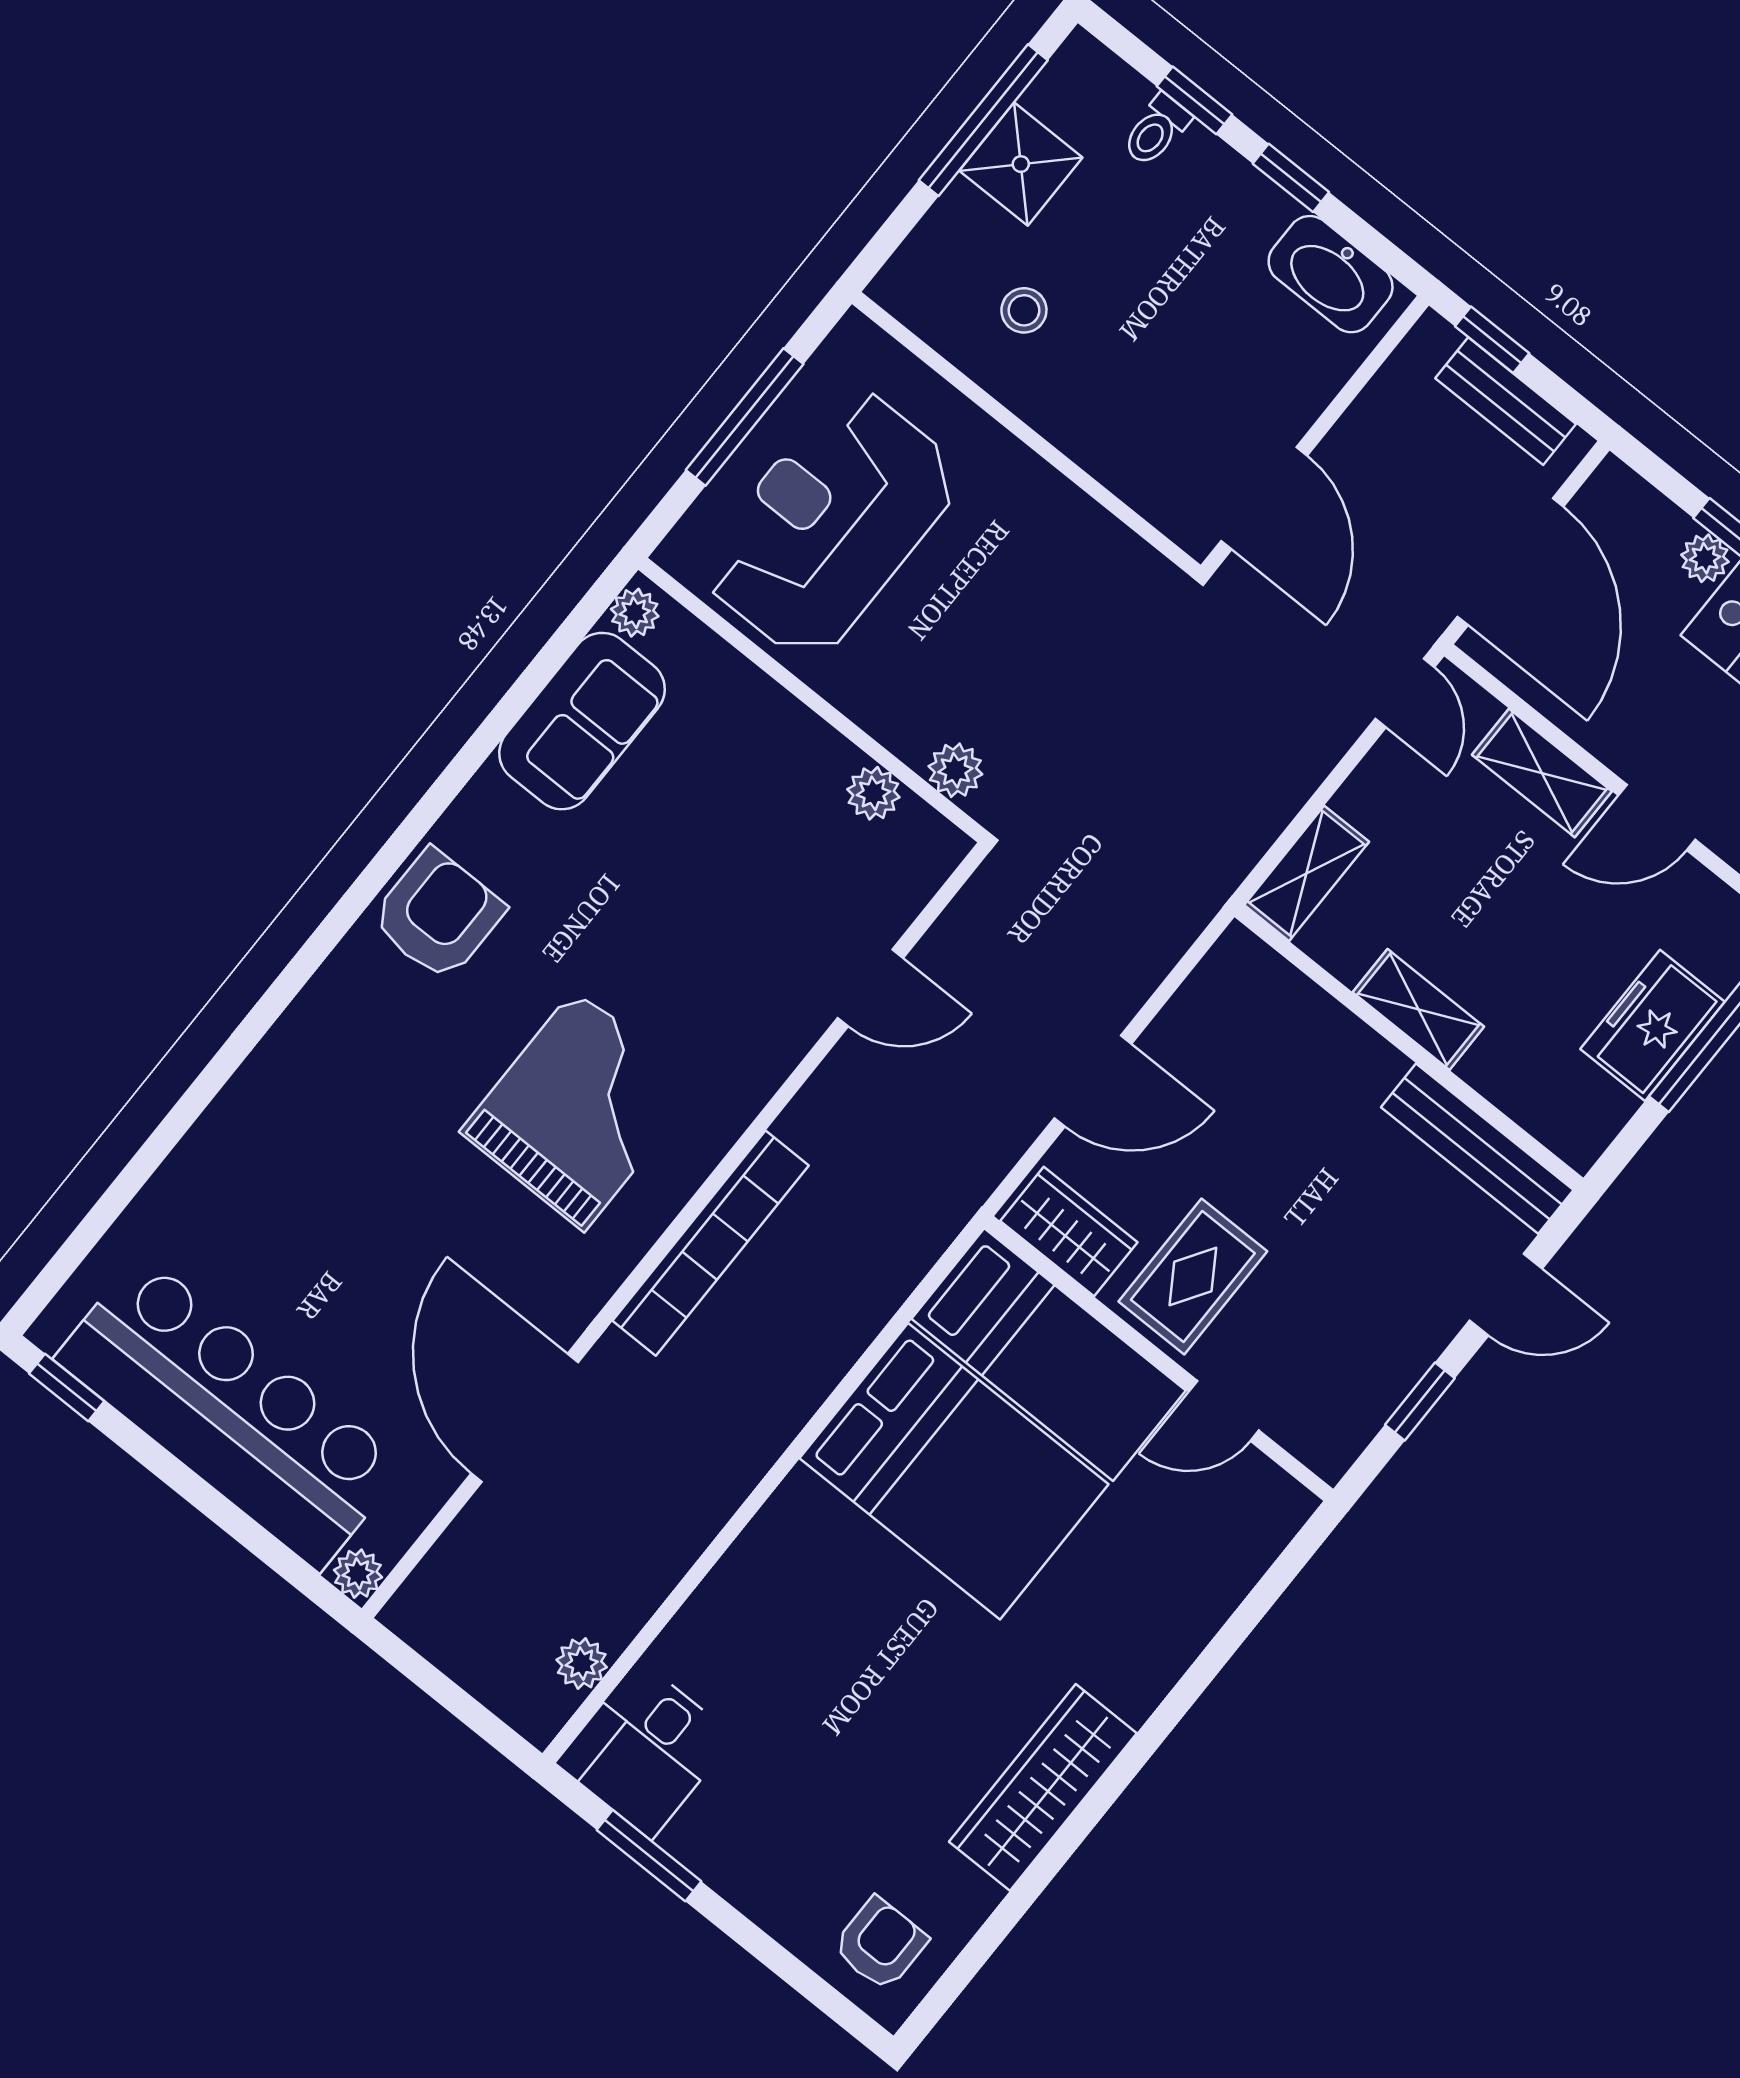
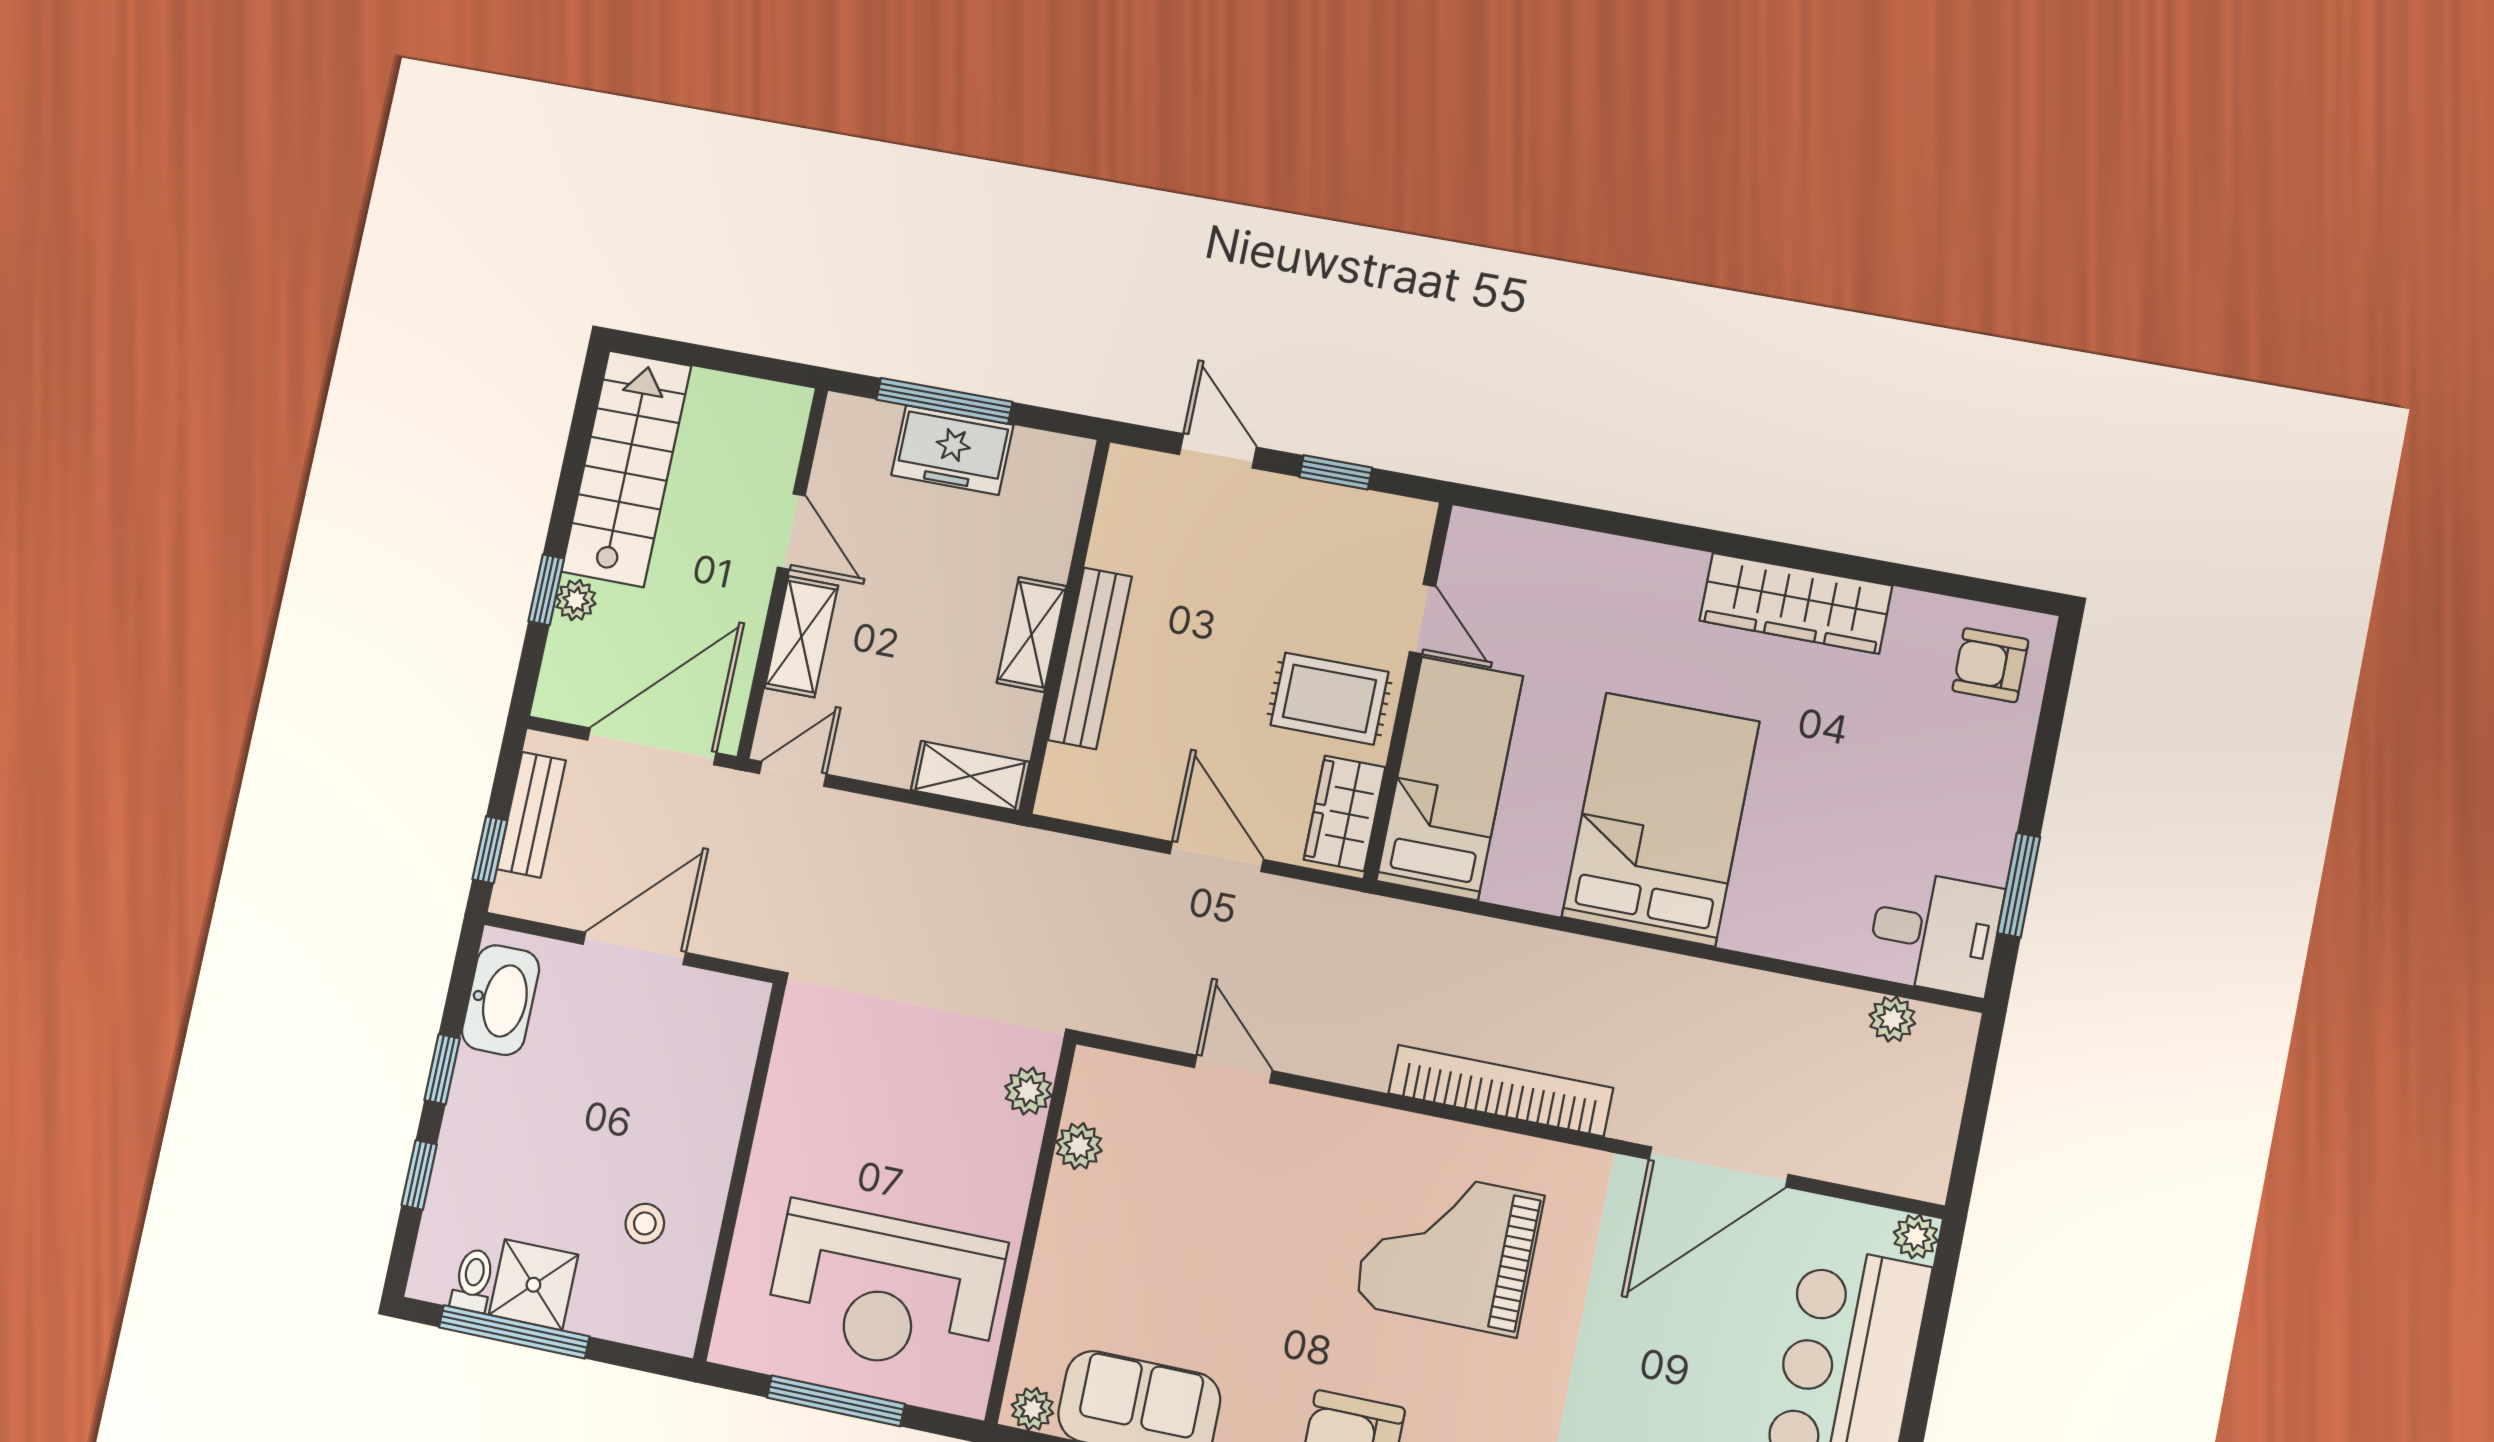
toilet: (1156, 130) -> (473, 1280), moved, turned -90
door: (1264, 498) -> (634, 948), moved
bench: (1477, 1149) -> (1090, 658), moved
bed: (954, 1471) -> (1661, 819), moved

